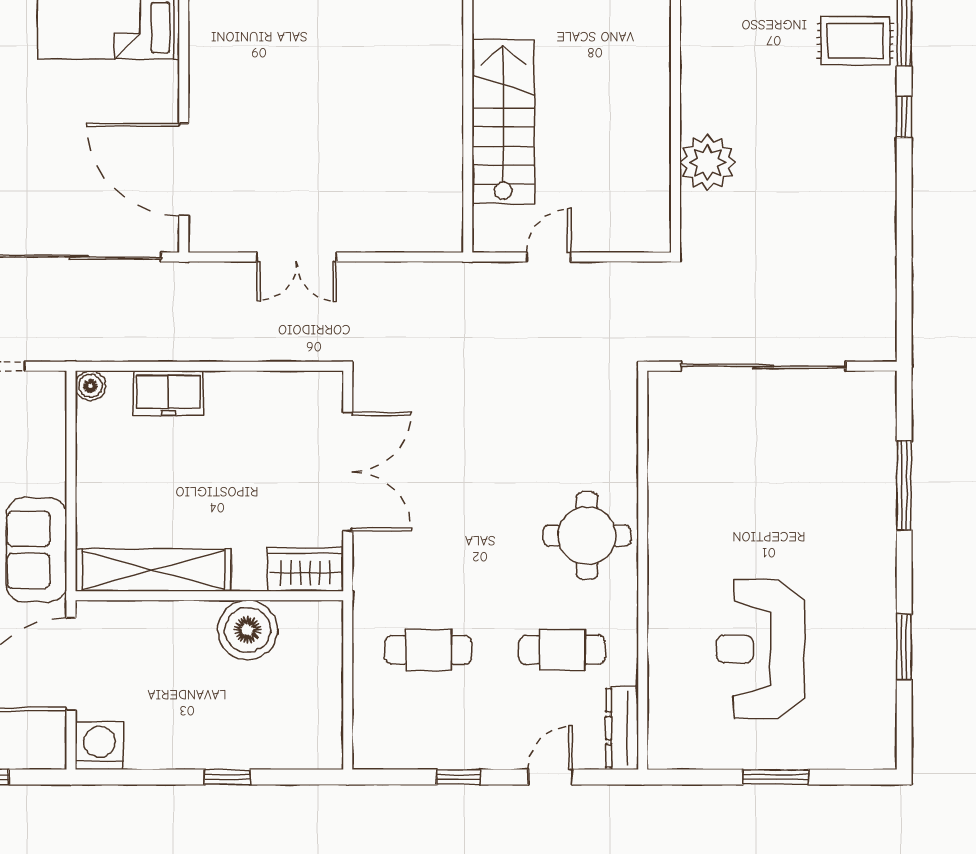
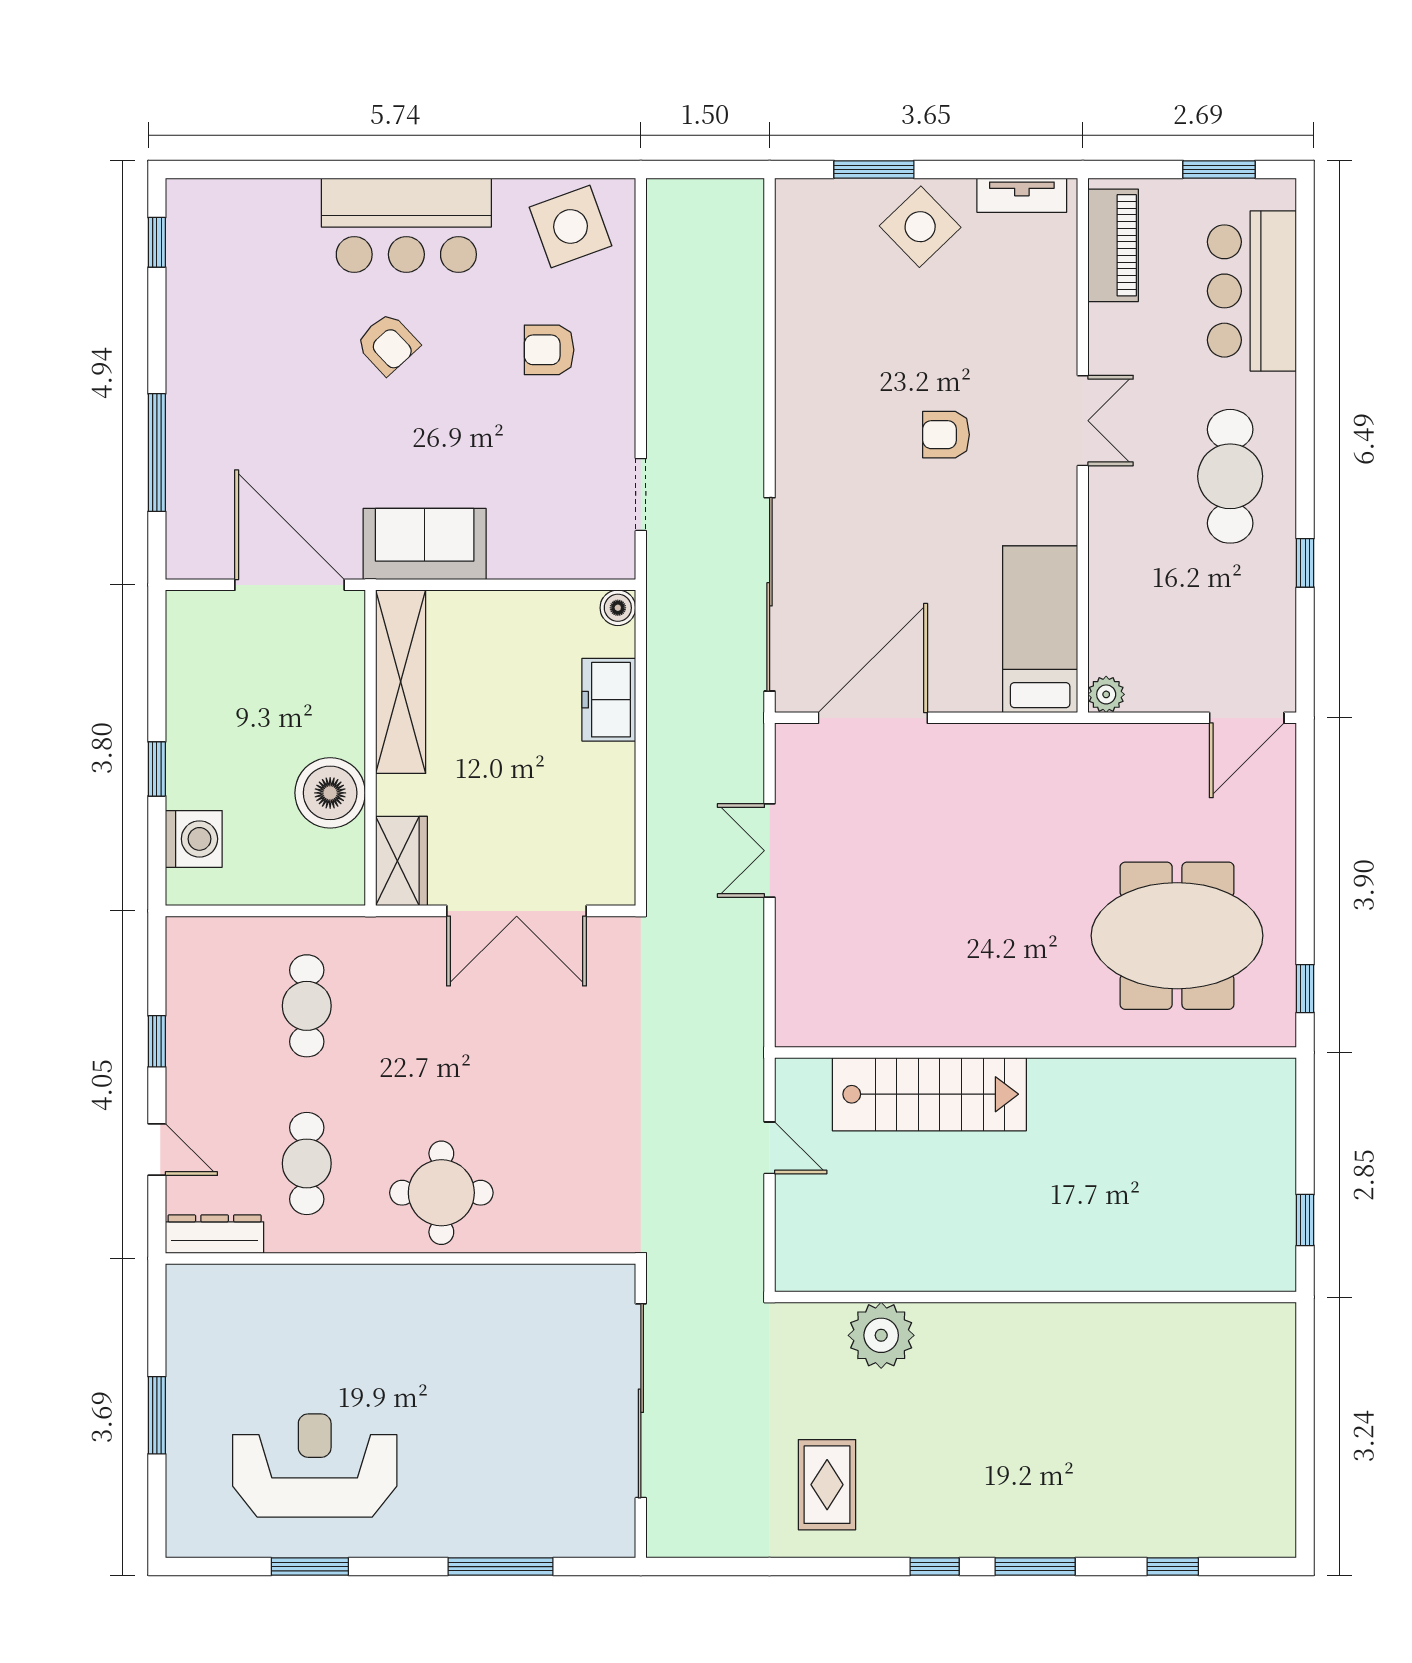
rug: (855, 41) -> (827, 1485), moved
reception desk: (760, 649) -> (315, 1466), moved
washing machine: (99, 746) -> (194, 839), moved

